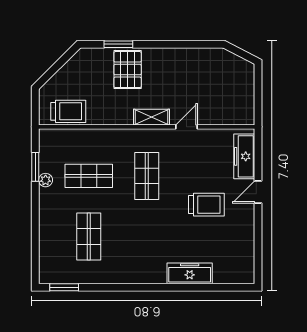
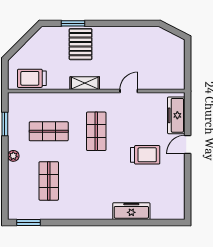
trolley: (68, 111) -> (32, 78), turned 180
shelving: (151, 117) -> (85, 83), moved
plant: (46, 180) -> (13, 156), moved

